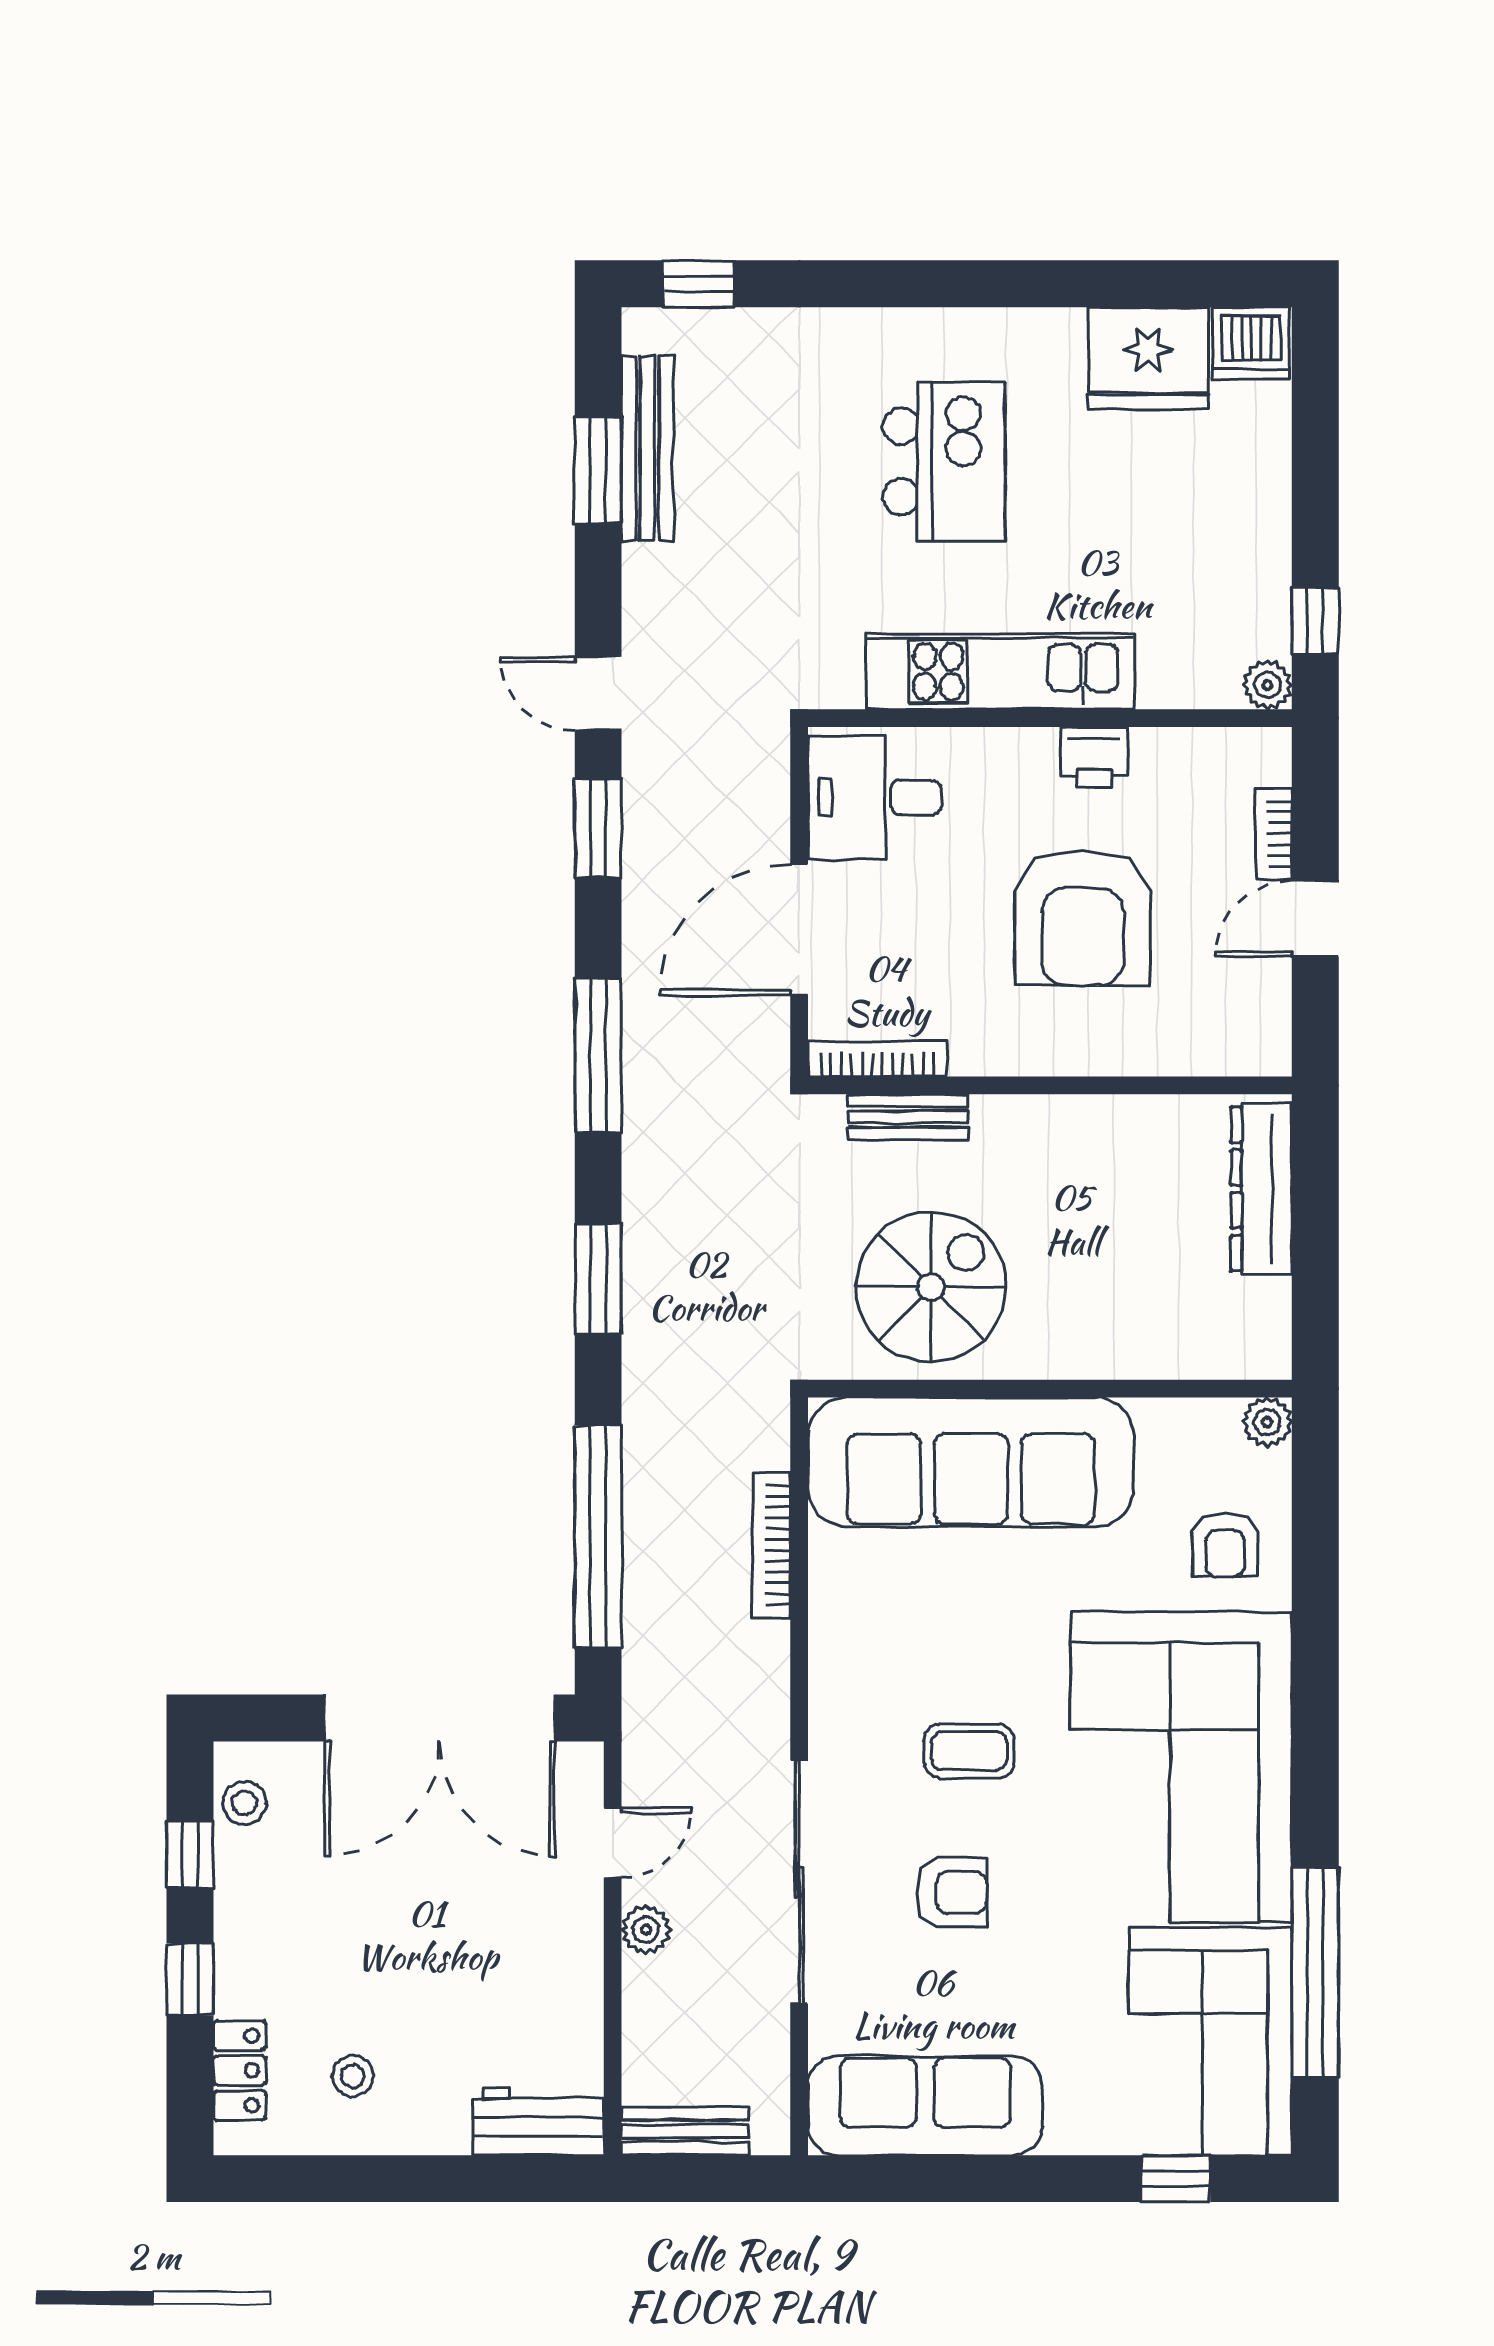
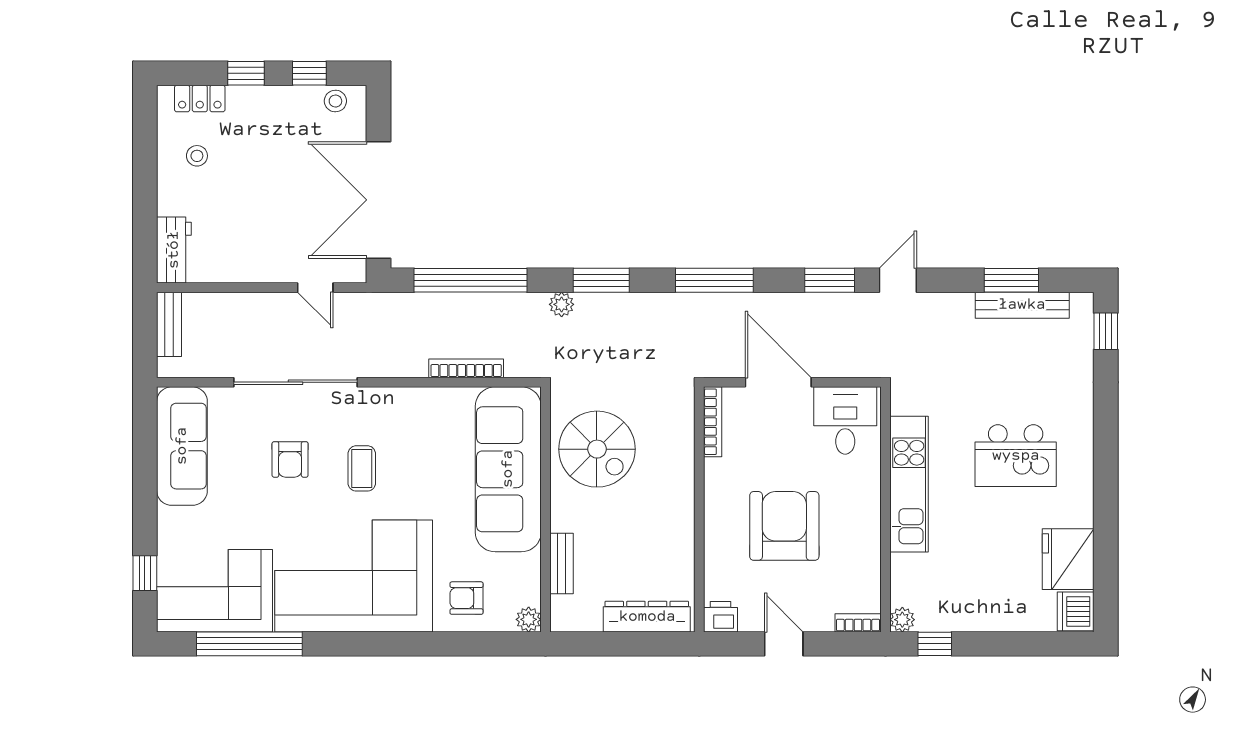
printer: (1094, 757) -> (721, 617), moved, turned 90
bookcase: (1274, 834) -> (858, 623), moved
armchair: (1083, 918) -> (784, 526), turned 90
bench: (908, 1117) -> (562, 563), moved
plant: (646, 1930) -> (562, 304), moved

